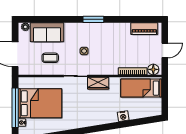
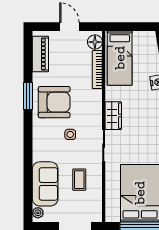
window: (93, 19) -> (28, 96), moved
armchair: (108, 39) -> (54, 102), added

